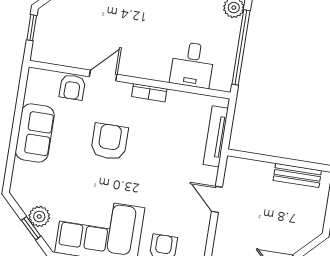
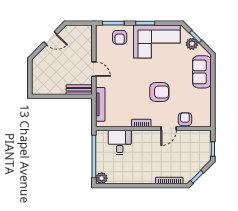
sofa: (35, 133) -> (202, 72), moved
armchair: (109, 142) -> (159, 92), turned -90
bench: (297, 175) -> (79, 90), moved

